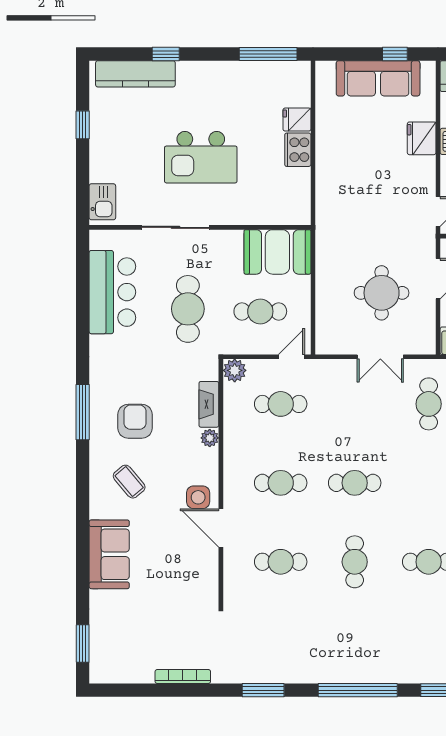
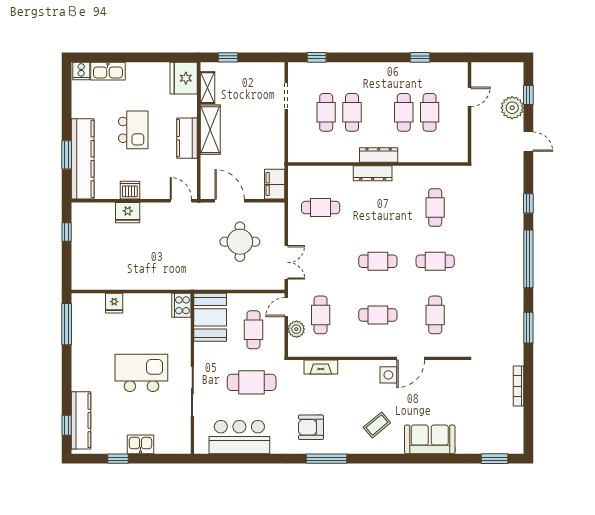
window: (166, 54) -> (67, 425), moved
sofa: (378, 78) -> (84, 244), removed
cooker: (298, 150) -> (181, 305), moved, turned 90
kitchen island: (201, 157) -> (141, 373), turned -90
kitchen sink: (102, 202) -> (140, 444), moved
door: (292, 357) -> (286, 307), hinge flipped
double door: (380, 357) -> (286, 262), moved
plant: (235, 370) -> (296, 329), moved
armchair: (135, 421) -> (311, 427), moved
plant: (210, 438) -> (345, 366), removed
cafe table: (281, 483) -> (378, 315), turned 90
cafe table: (355, 483) -> (378, 261), turned 90

